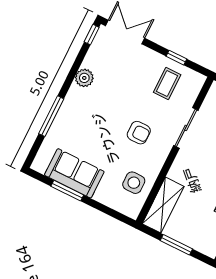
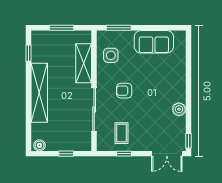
window: (51, 116) -> (188, 72), removed
sliding door: (186, 128) -> (94, 109), width x1.37
window: (67, 191) -> (119, 28), moved
shelving: (163, 205) -> (84, 63), moved

